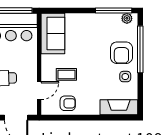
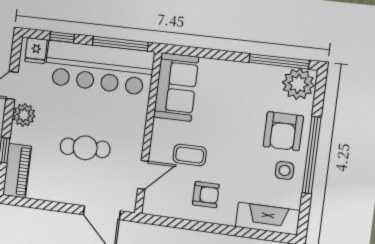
plant: (127, 18) -> (298, 84), width x1.87, depth x1.87
window: (140, 49) -> (312, 155), moved
armchair: (68, 103) -> (206, 195), moved

